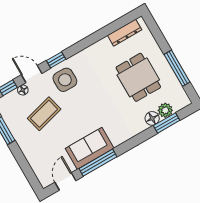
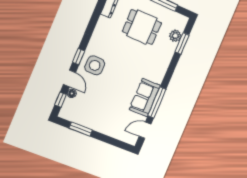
door: (32, 74) -> (69, 79), swing flipped
coffee table: (44, 114) -> (98, 98), removed
floor lamp: (152, 118) -> (171, 47), removed
door: (65, 181) -> (145, 130), hinge flipped

